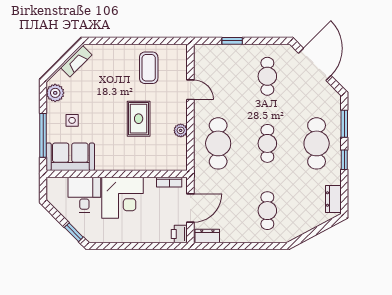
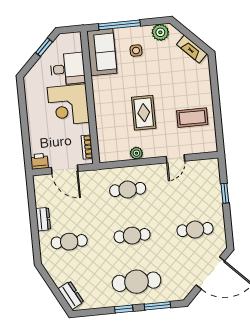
rug: (139, 119) -> (144, 113), turned 90
cafe table: (218, 143) -> (128, 189), width x0.73, depth x0.74
dresser: (333, 199) -> (71, 295), moved, turned 62
window: (74, 232) -> (44, 47), moved
dresser: (207, 236) -> (43, 219), moved

